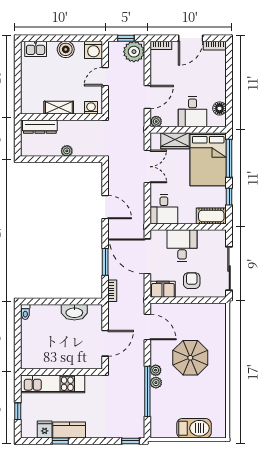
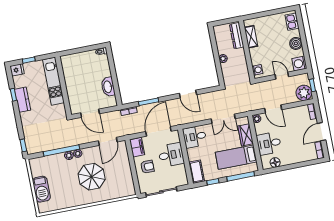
door: (191, 38) -> (322, 132), hinge flipped
shelving: (59, 108) -> (251, 37), moved
bed: (208, 159) -> (236, 157), width x0.67
door: (105, 207) -> (188, 94), hinge flipped
fridge: (45, 430) -> (17, 70), moved

